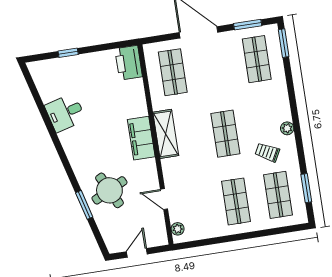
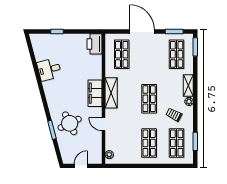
shelving: (282, 104) -> (188, 86), added
door: (164, 199) -> (104, 124), moved

